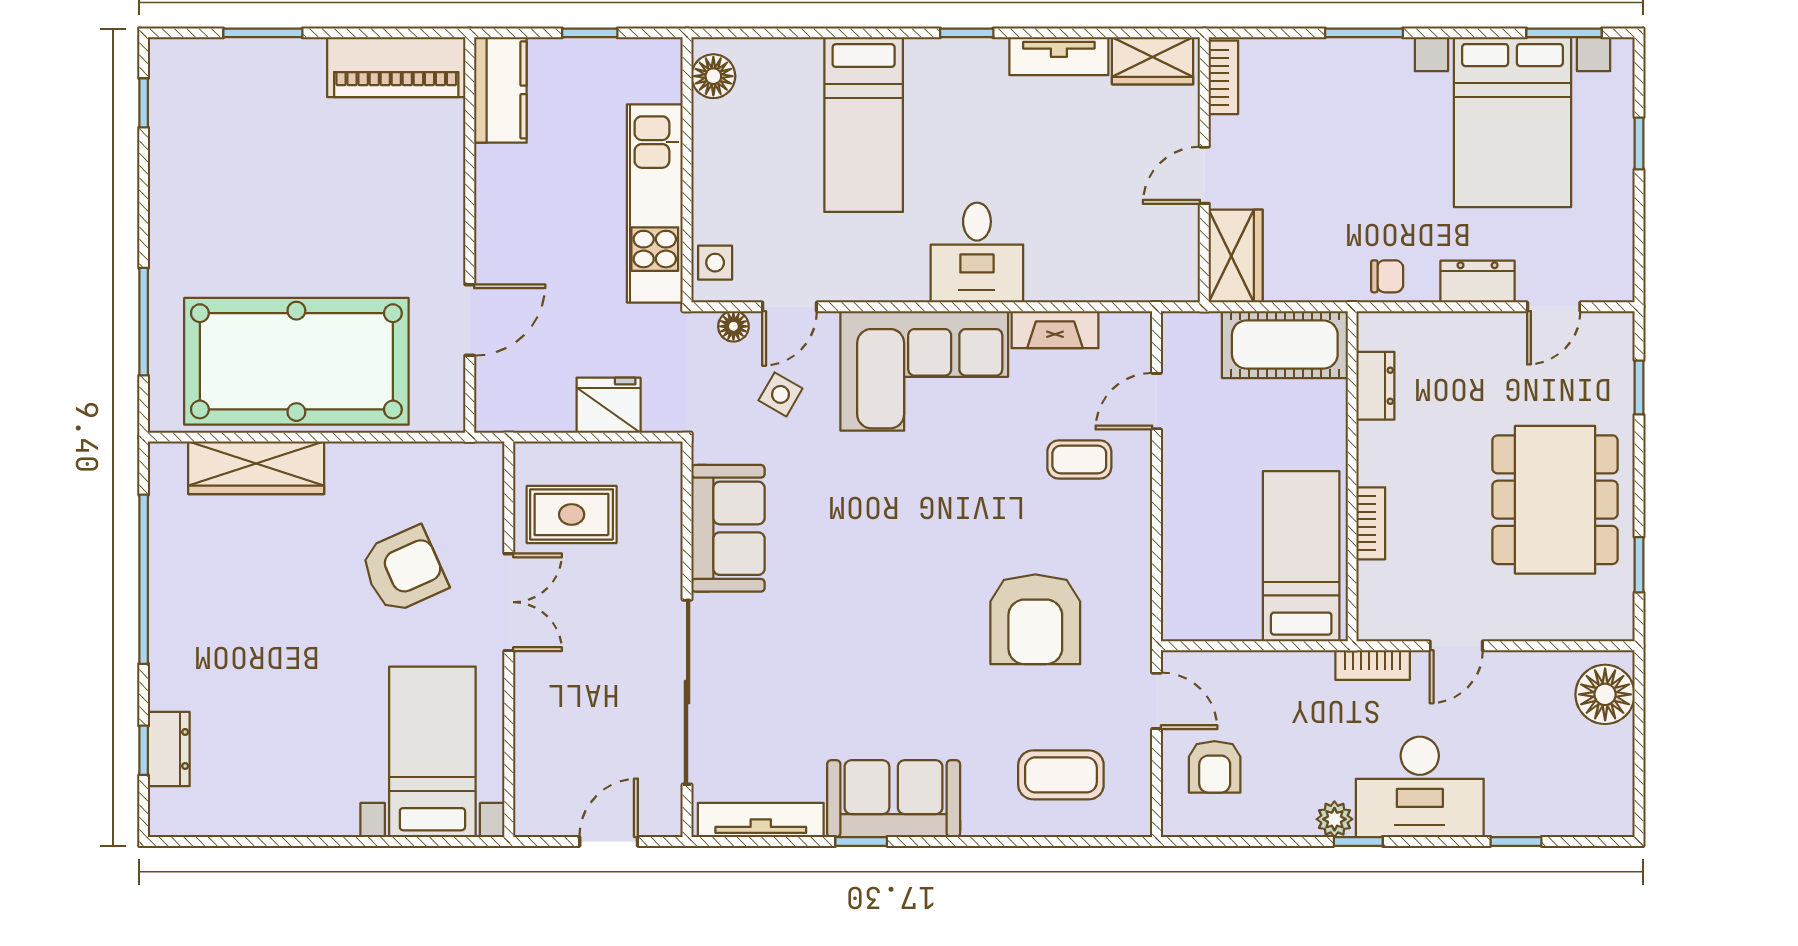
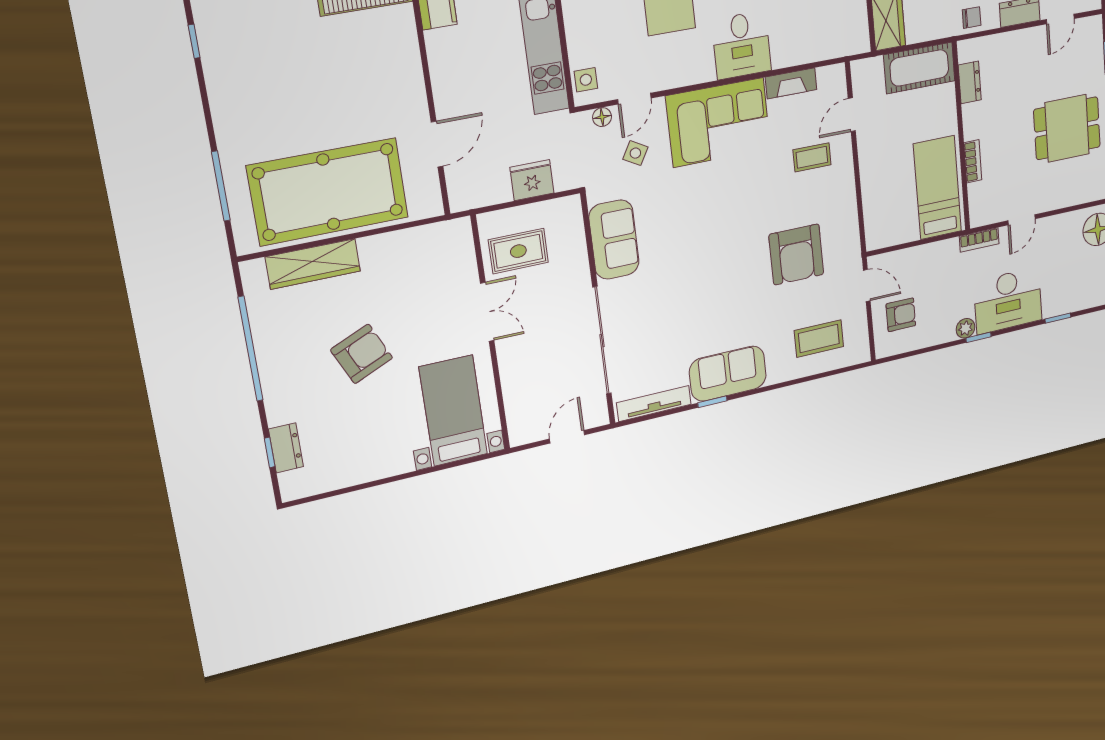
dining table: (1555, 500) -> (1067, 128), width x0.73
armchair: (404, 570) -> (362, 354), moved
armchair: (1215, 767) -> (901, 315), turned -90

